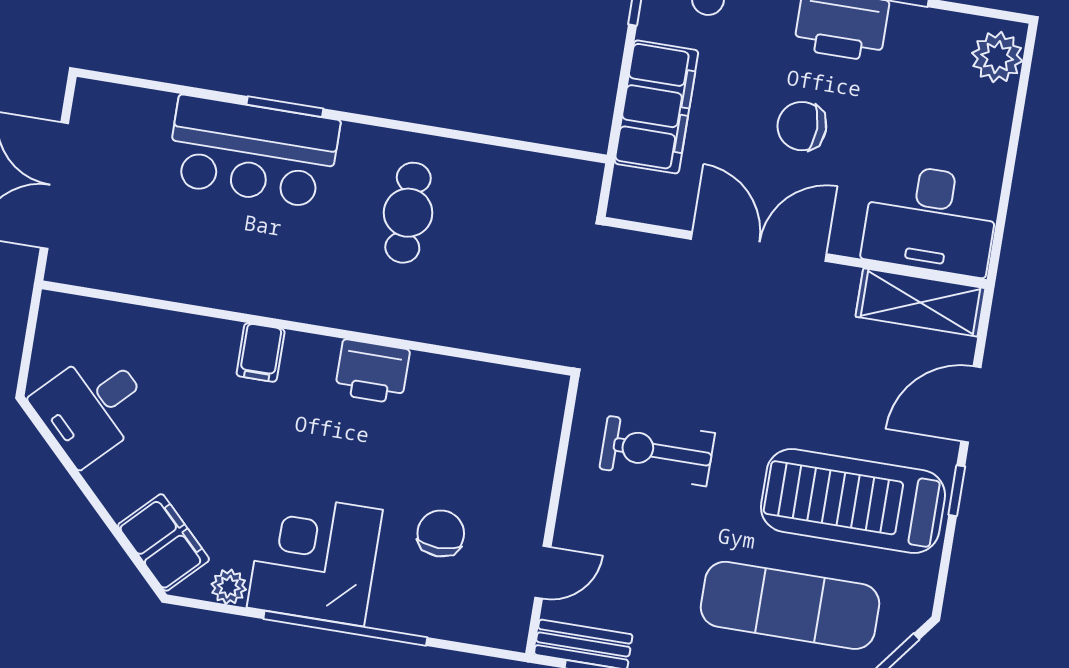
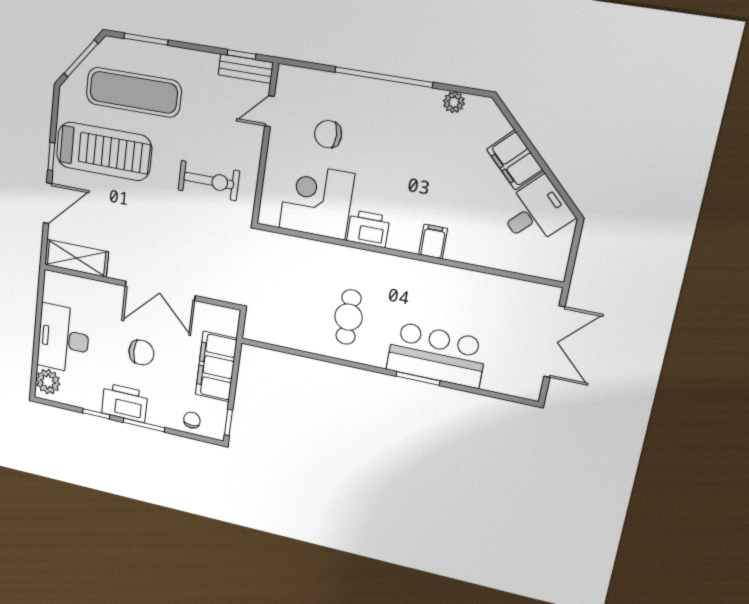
desk: (931, 220) -> (63, 339), moved, turned -90
chair: (441, 533) -> (328, 134), turned 90
filing cabinet: (164, 542) -> (515, 160), moved
corner desk: (315, 559) -> (317, 201), moved, turned 180

